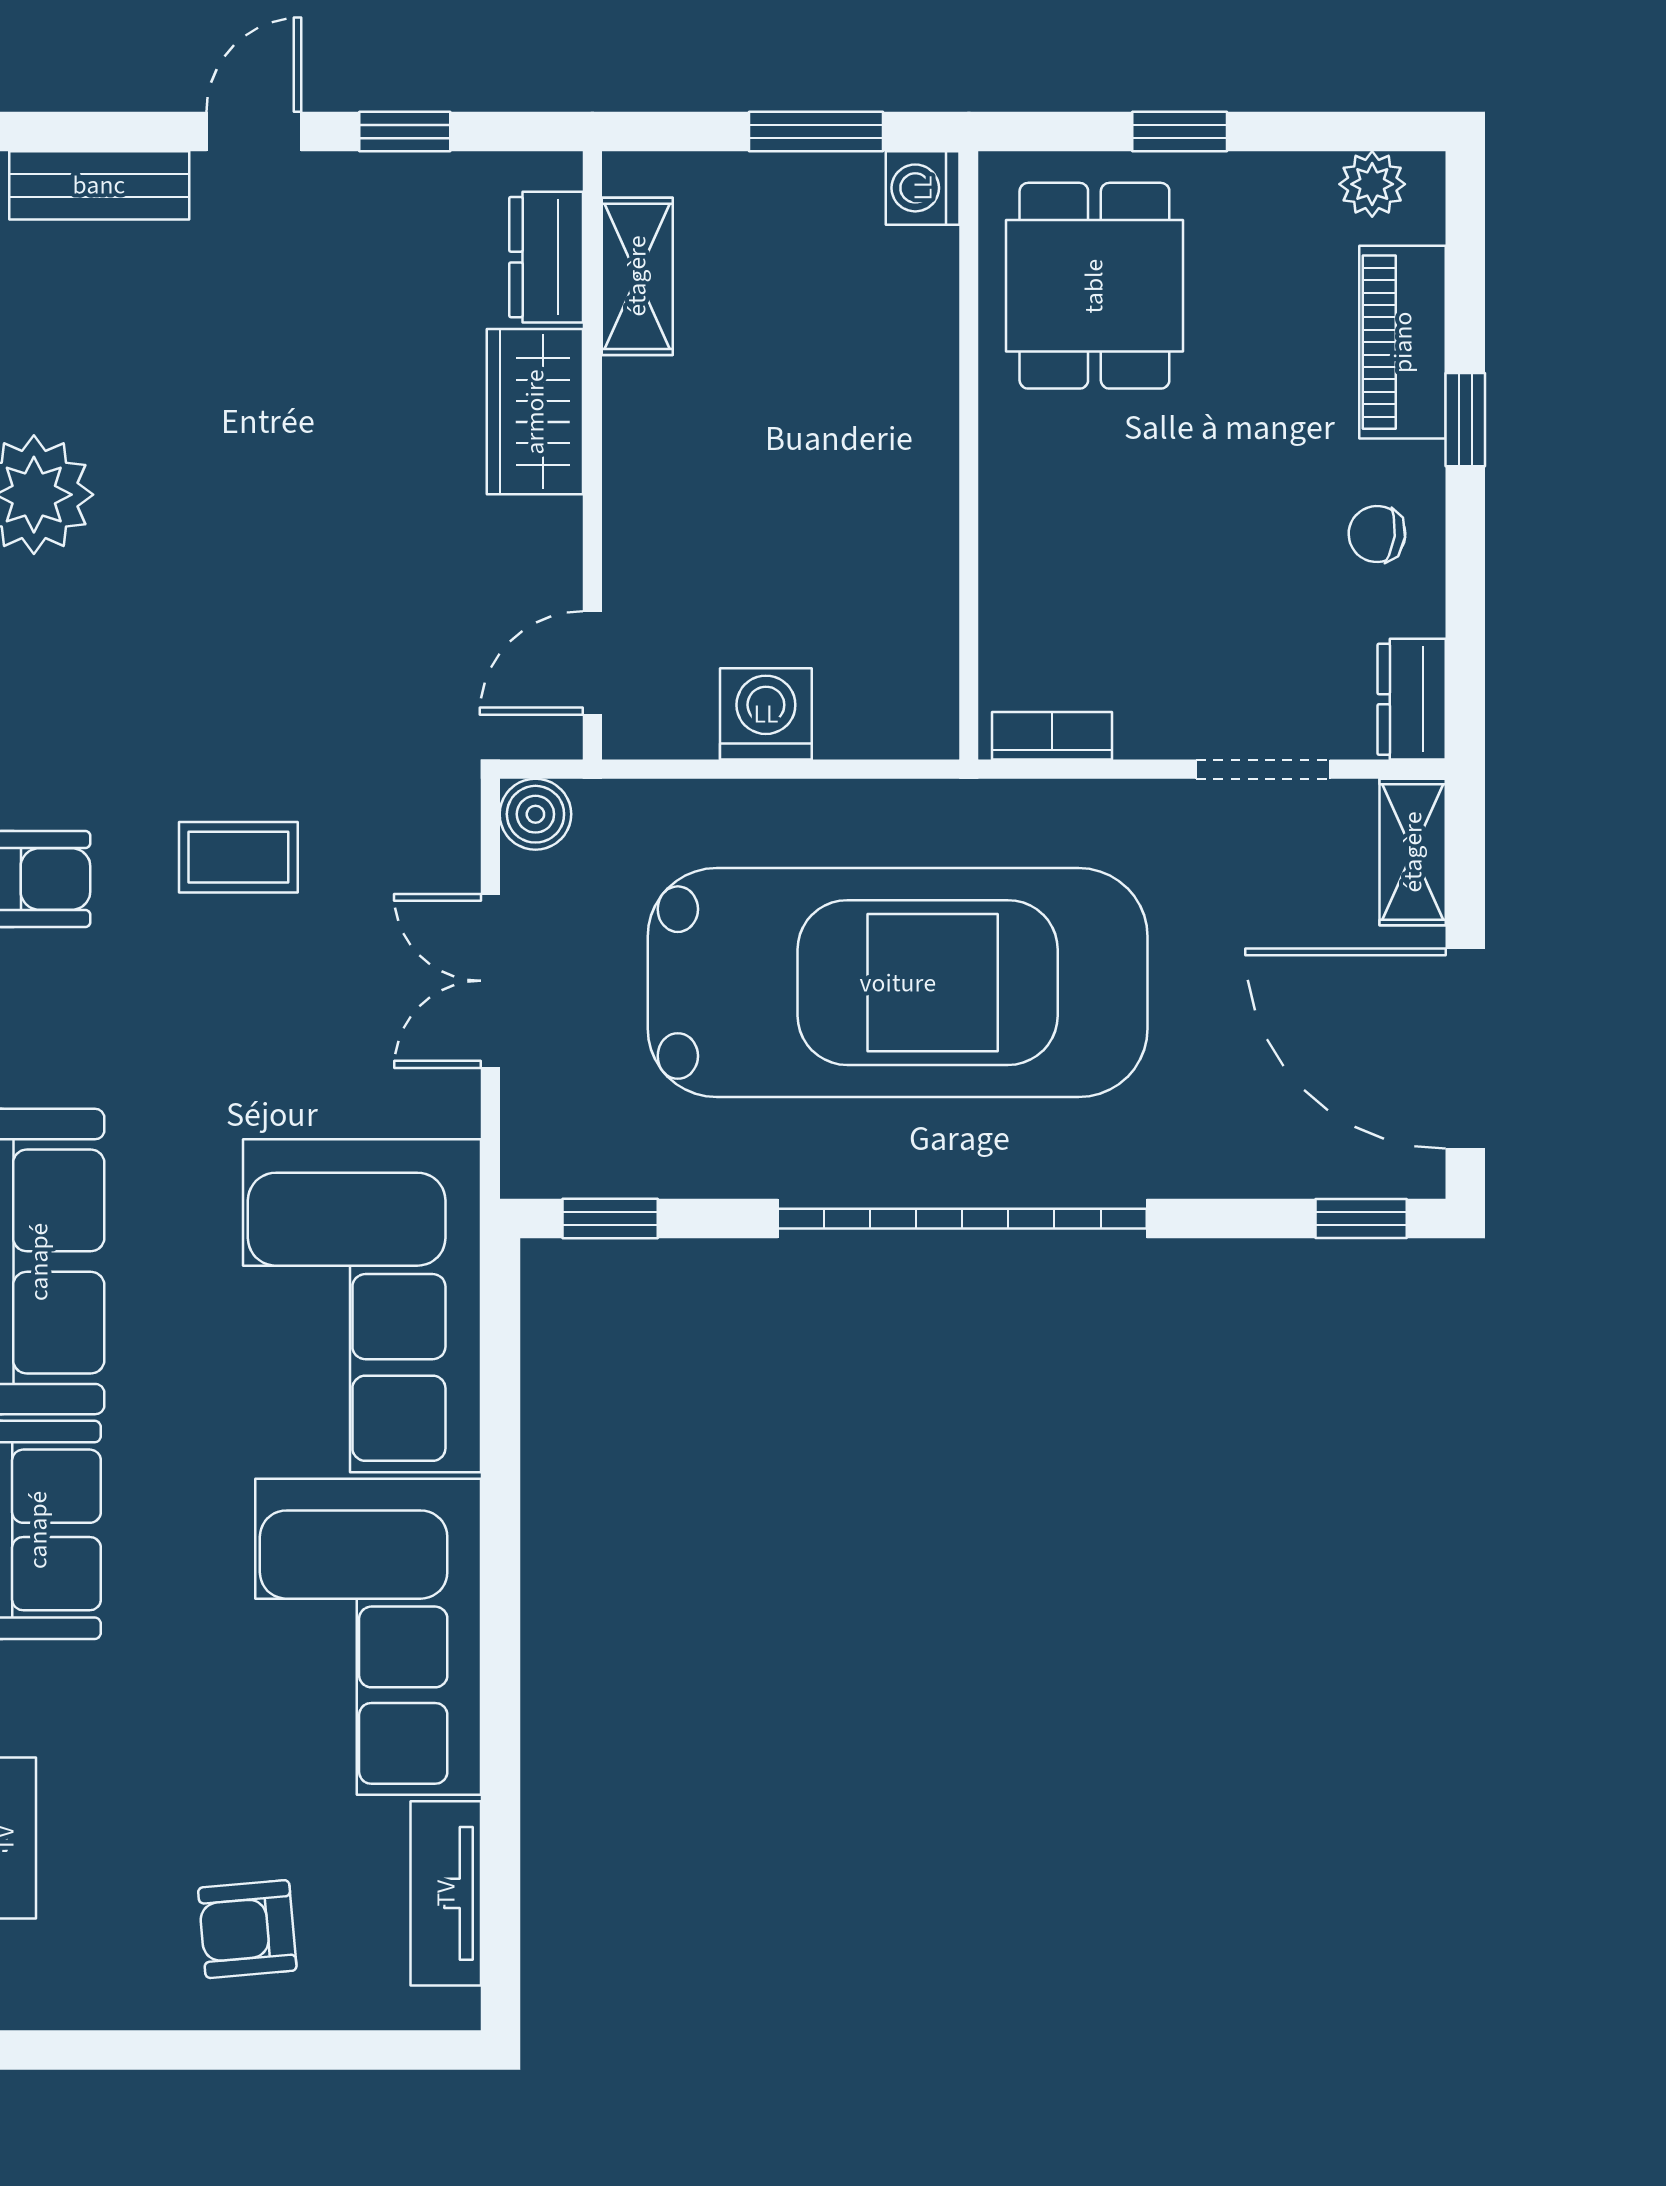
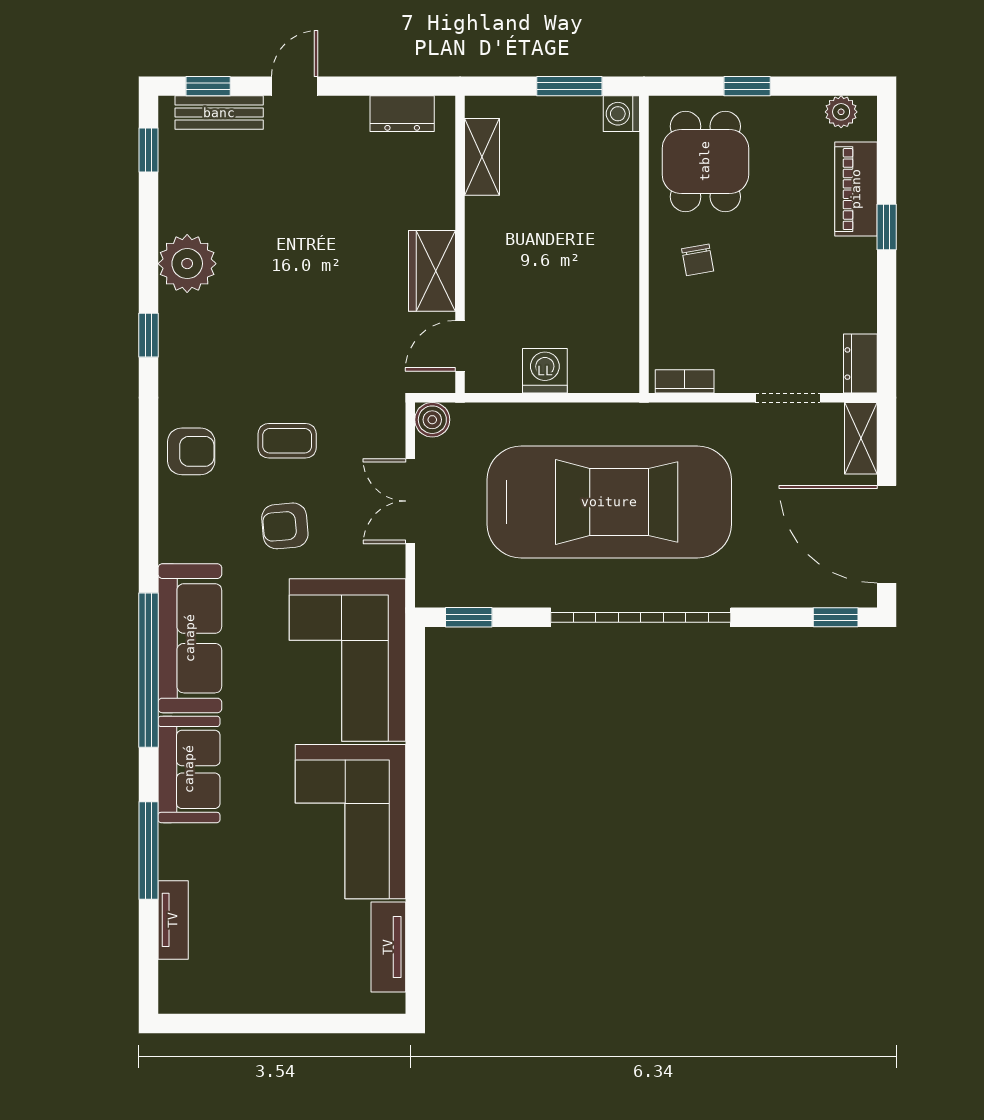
window: (405, 132) -> (208, 86), moved
dresser: (546, 257) -> (402, 114), moved, turned -90
wardrobe: (535, 412) -> (432, 271), moved
chair: (1377, 534) -> (698, 260), moved, turned -107
armchair: (247, 1929) -> (285, 526), moved

